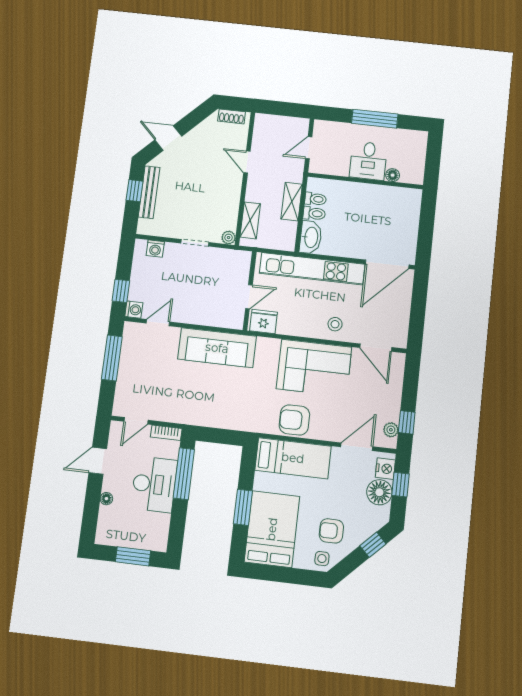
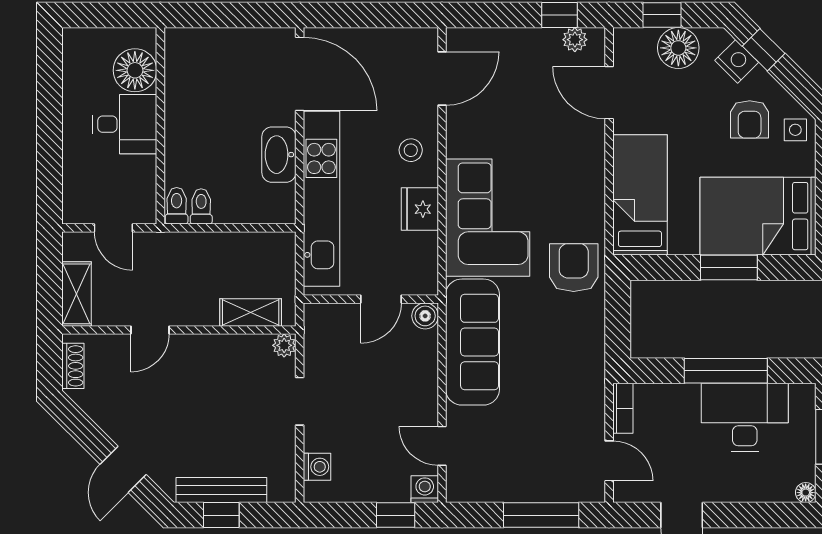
window: (375, 119) -> (50, 121), removed
floor lamp: (393, 175) -> (135, 70), width x1.89, depth x1.89
shelving: (292, 202) -> (77, 294), moved, turned 90
toilet: (314, 213) -> (177, 206), moved
washbasin: (311, 237) -> (279, 155), moved, turned -90
door: (249, 297) -> (381, 299), swing flipped
boiler: (236, 321) -> (425, 316), added
fridge: (263, 321) -> (420, 209), moved
window: (112, 358) -> (541, 515), moved
corner sofa: (314, 368) -> (488, 218), moved
armchair: (294, 420) -> (574, 268), moved, turned 180
nightstand: (385, 469) -> (737, 61), moved, turned 45
window: (184, 474) -> (726, 371), moved
desk: (154, 484) -> (745, 417), moved
floor lamp: (106, 499) -> (806, 493), moved

